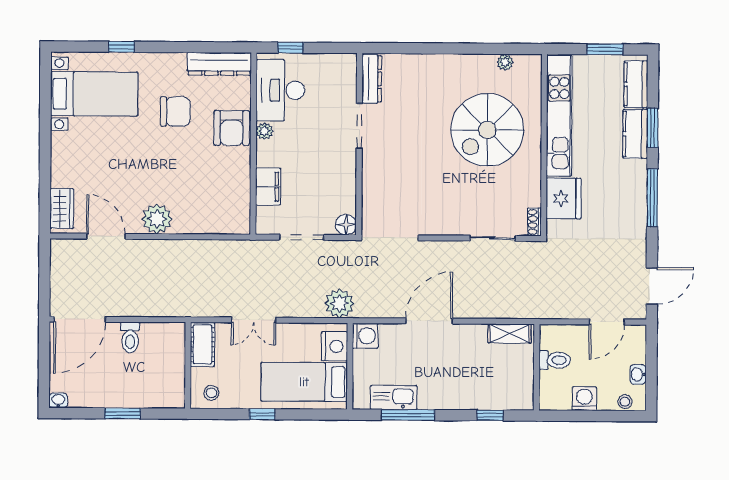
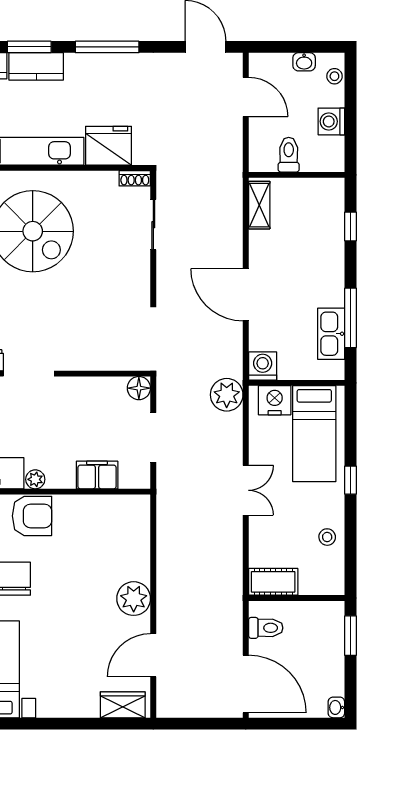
cot: (202, 344) -> (273, 582), moved
wall: (188, 365) -> (297, 598), moved

